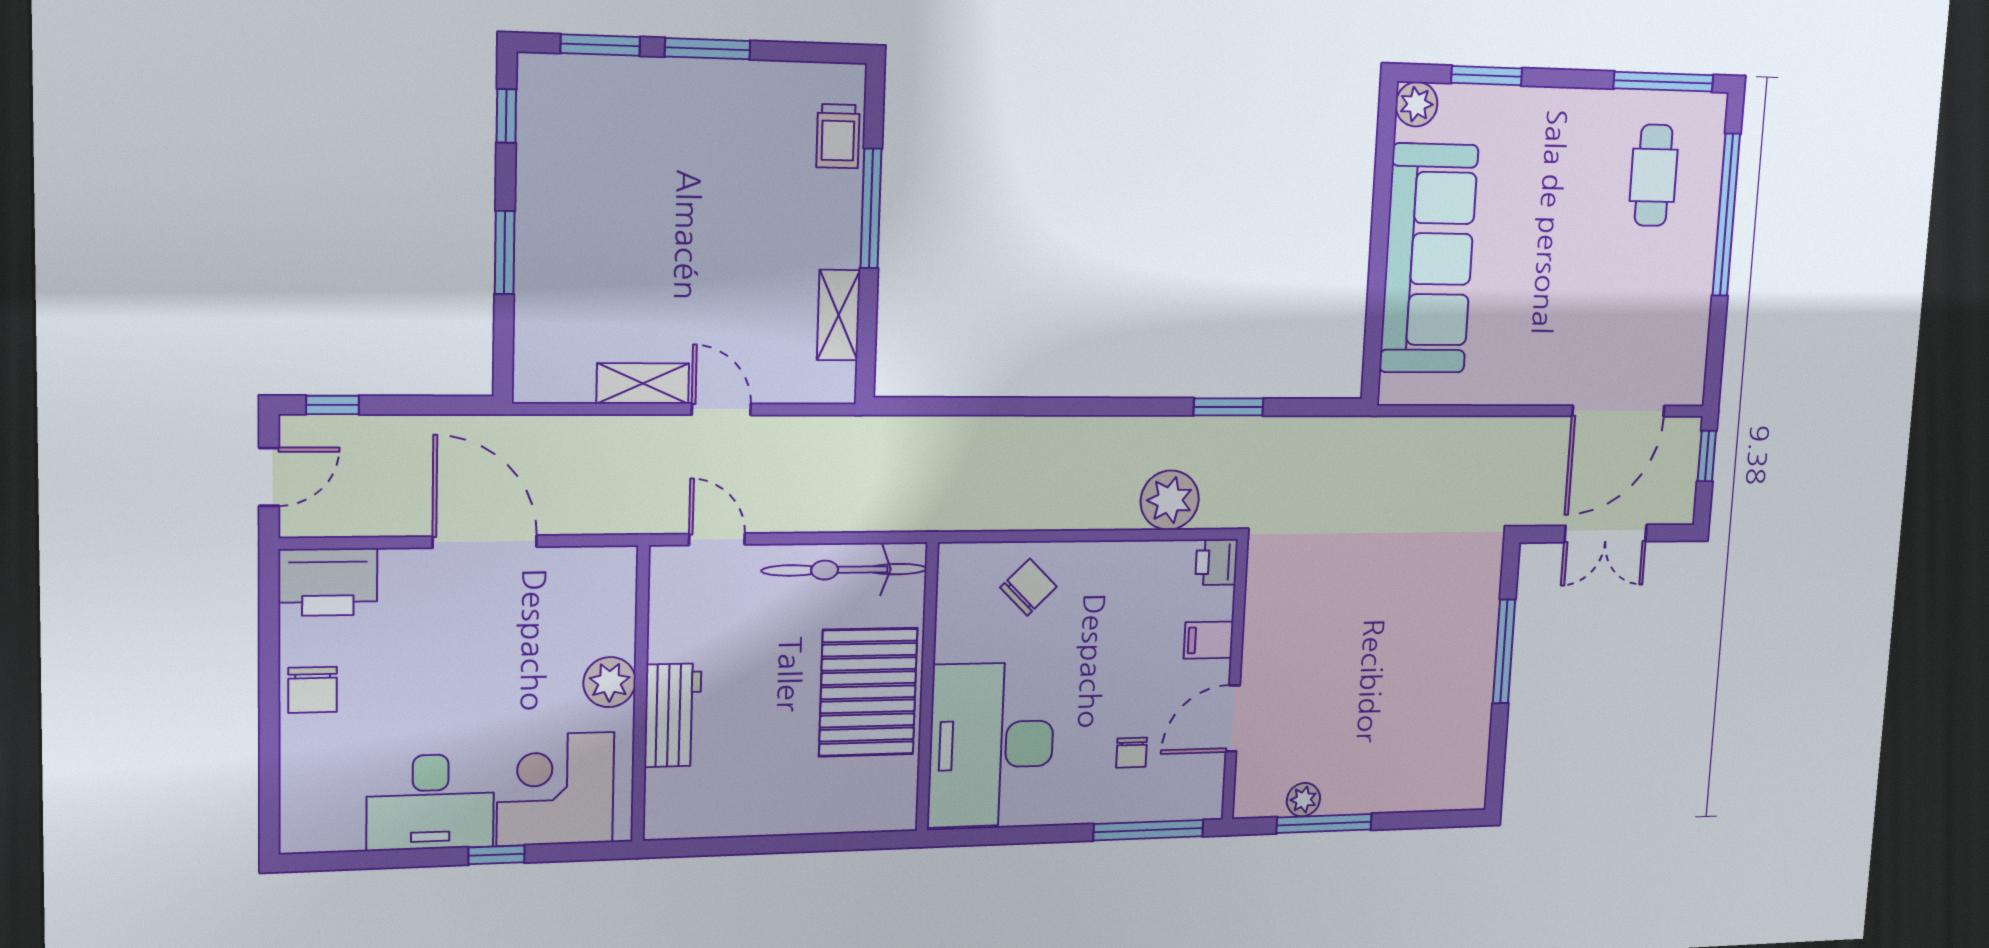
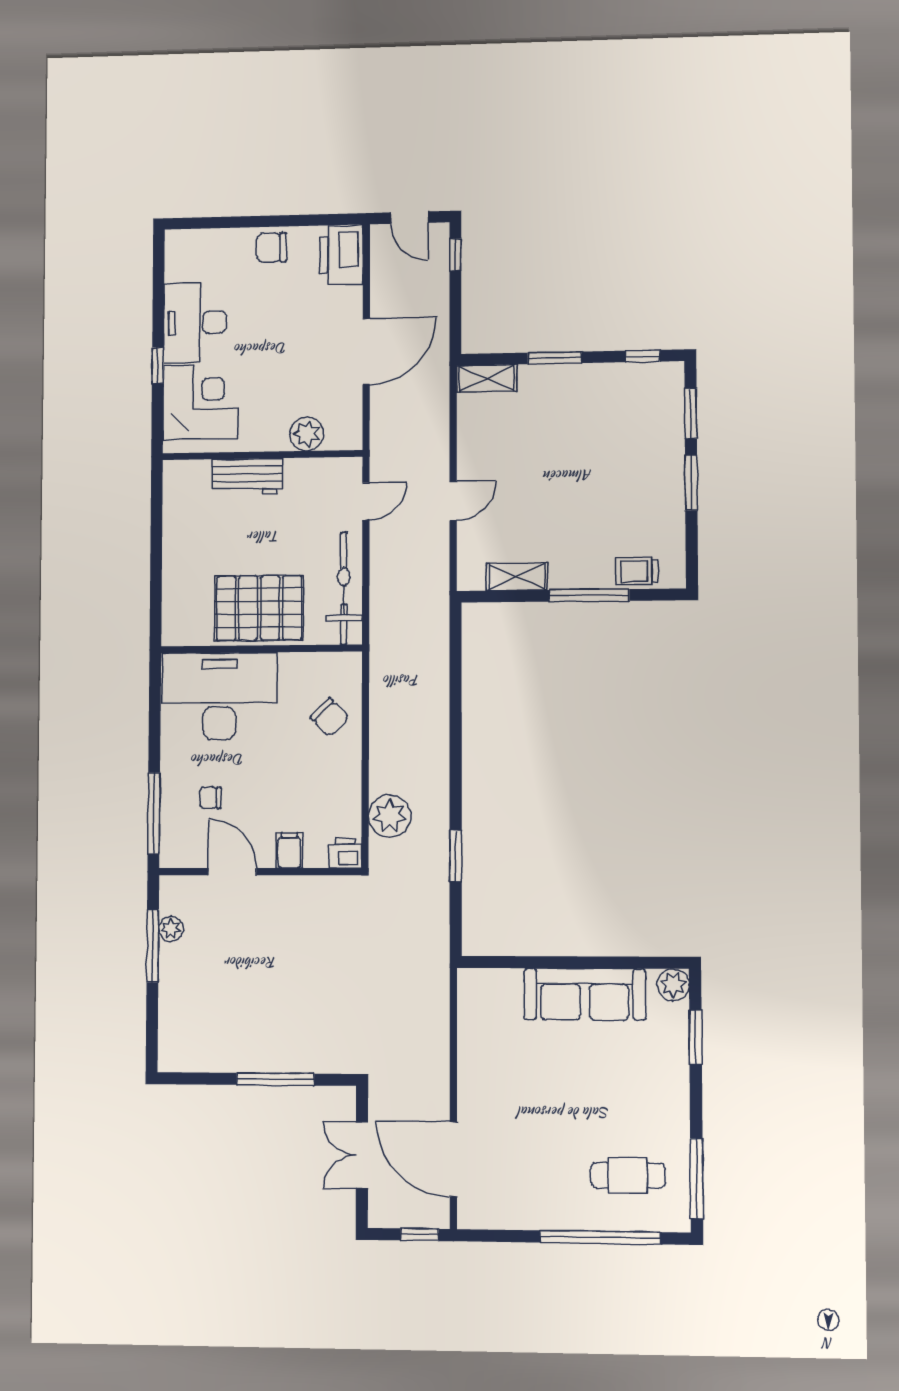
sofa: (1429, 259) -> (585, 994), width x0.74, depth x0.79
shelving: (643, 384) -> (486, 378), moved, turned 90
plant: (610, 682) -> (307, 434), moved

